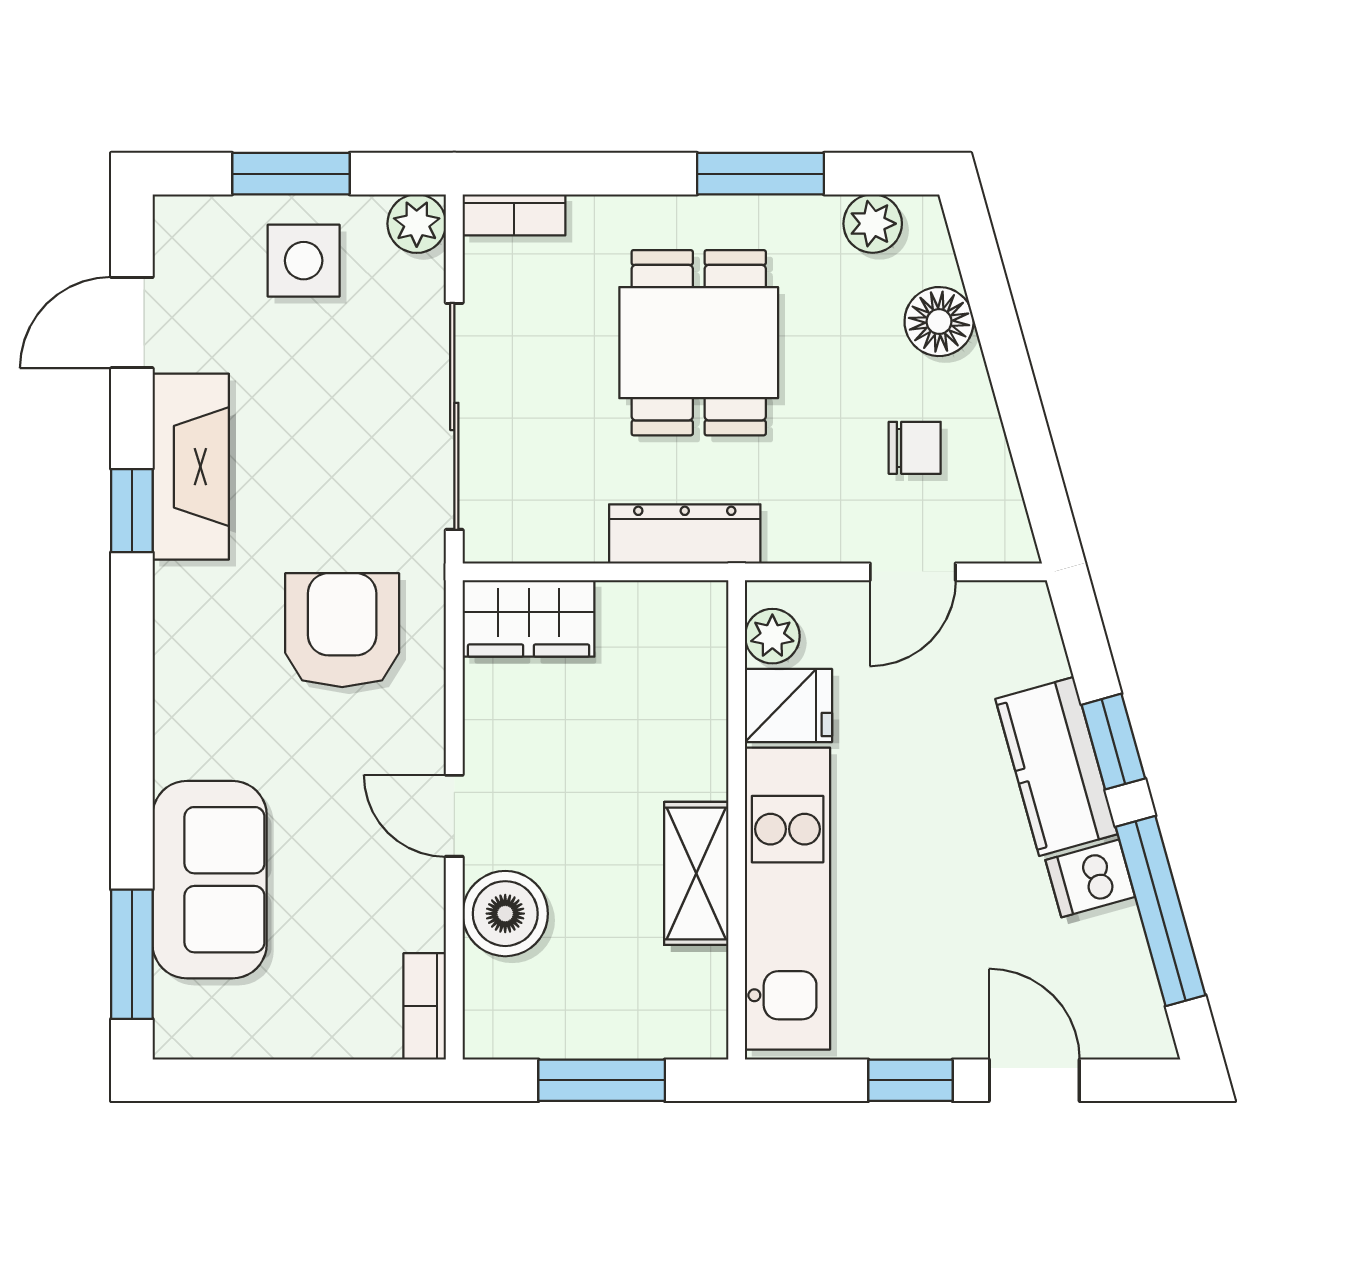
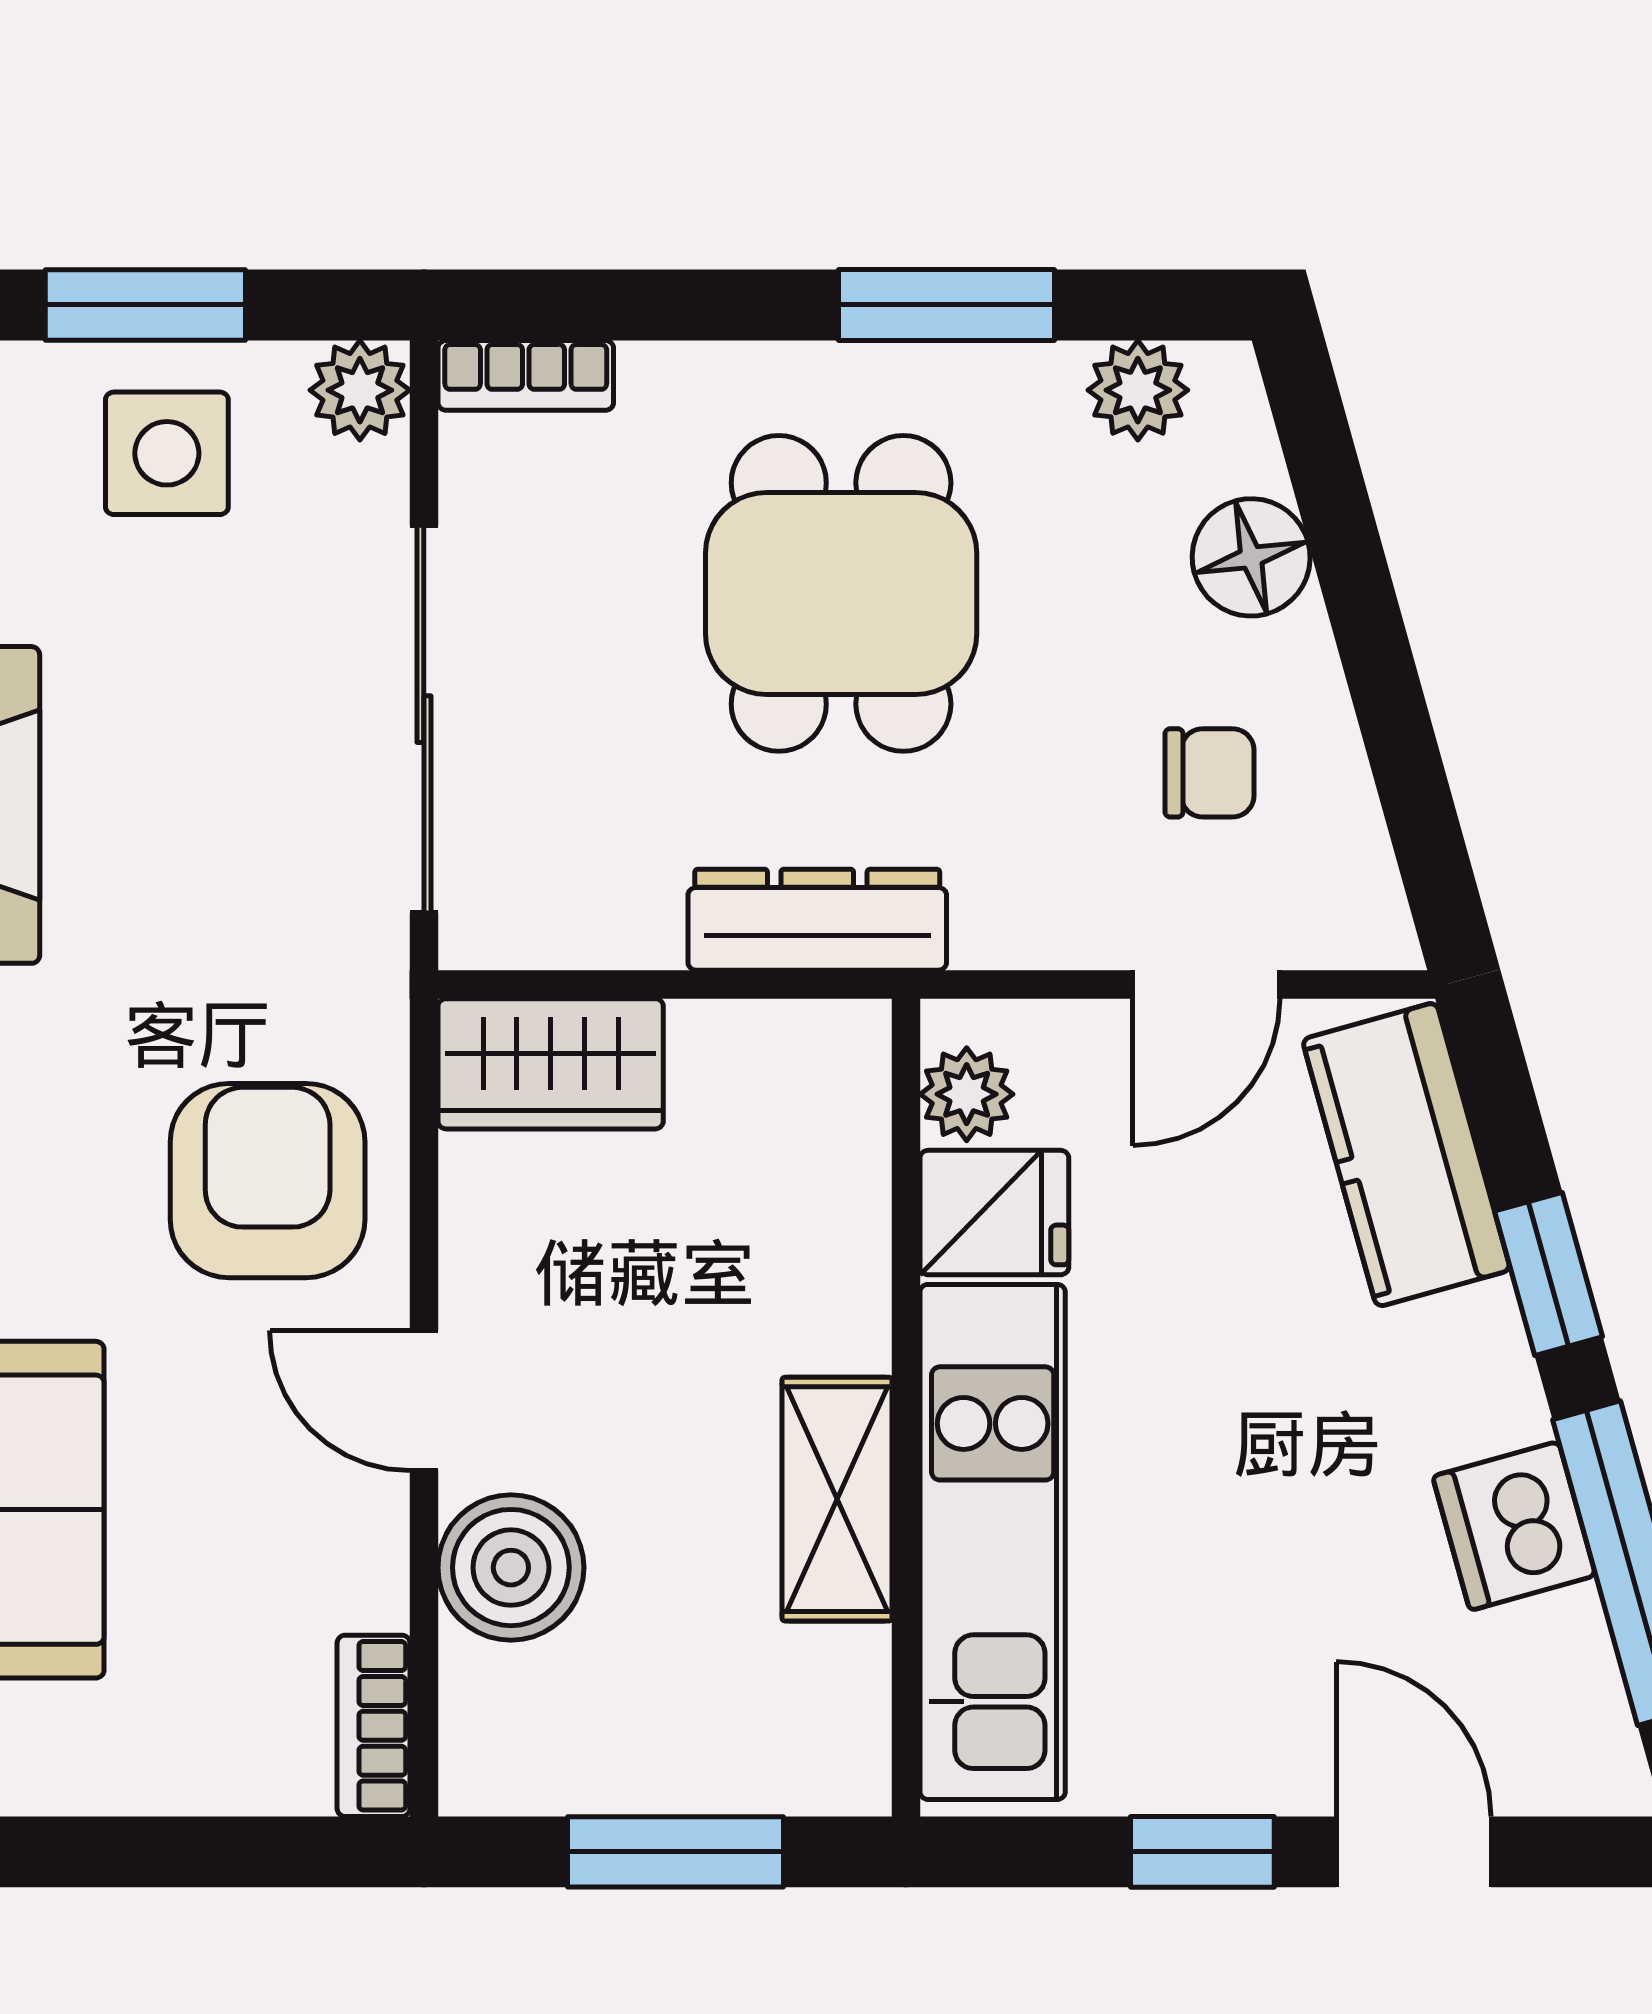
armchair: (342, 630) -> (268, 1181), moved
kitchen counter: (1056, 766) -> (1406, 1155), moved
dishwasher: (1090, 878) -> (1514, 1526), width x1.38

